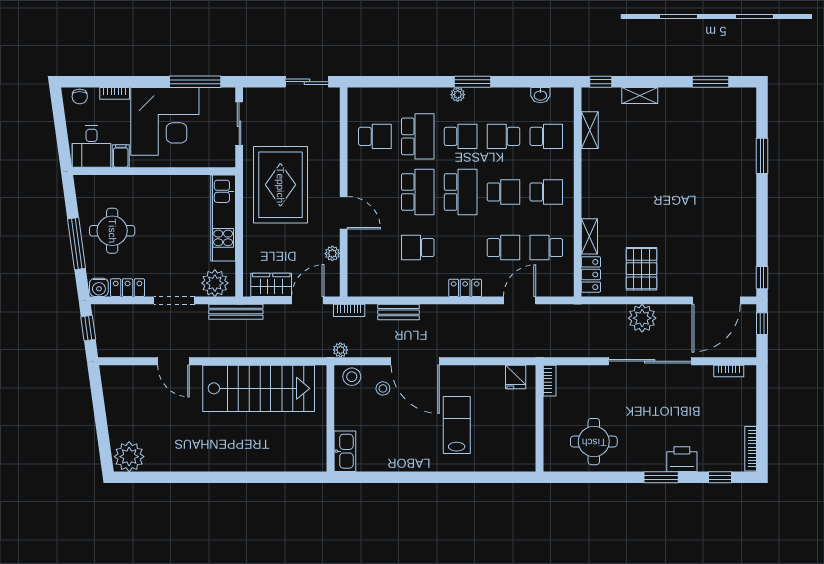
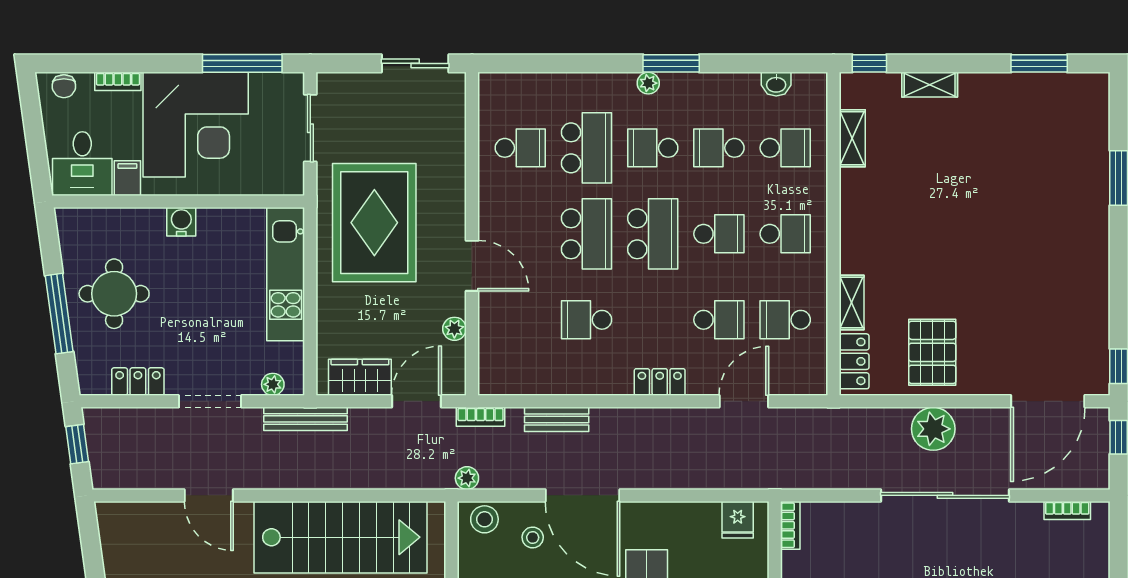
school desk: (461, 136) -> (653, 148), turned 180
plant: (215, 283) -> (273, 384), width x0.53, depth x0.53
water cooler: (99, 287) -> (181, 222), moved, turned 180

